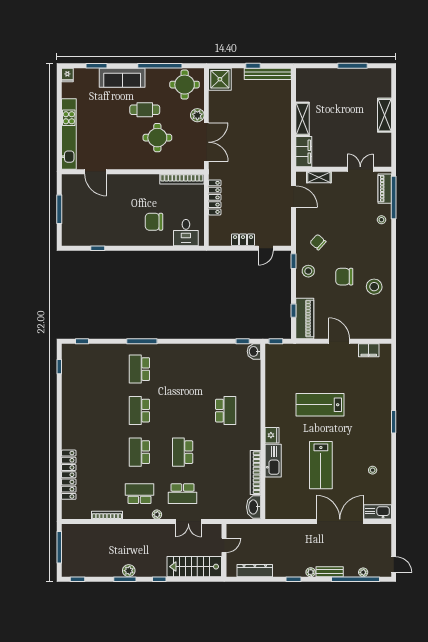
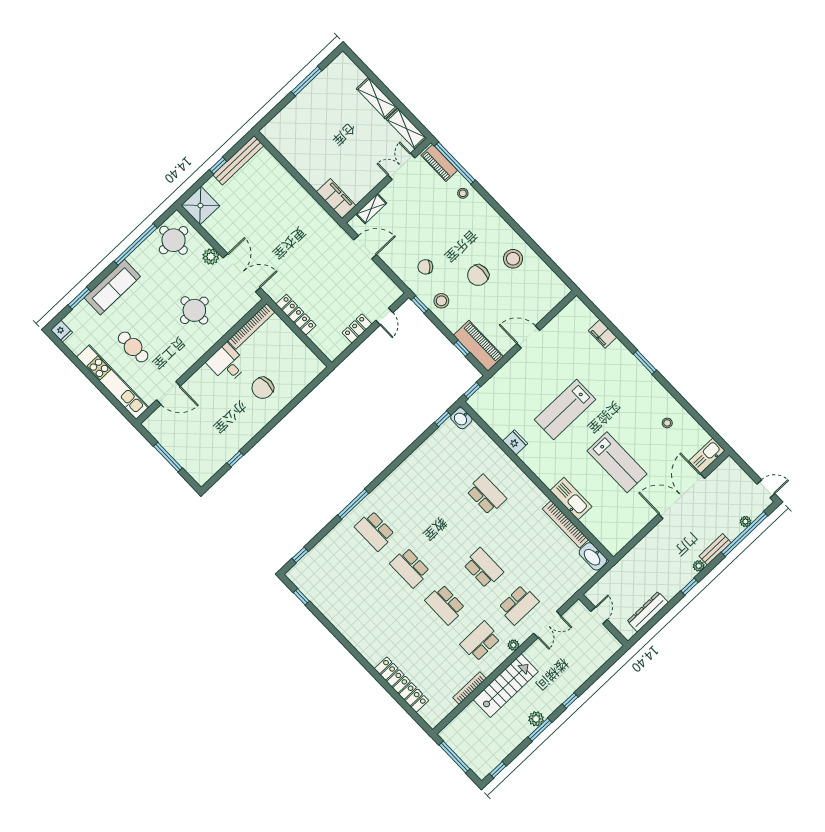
cafe table: (145, 110) -> (133, 347), moved, turned 90
shelving: (303, 119) -> (406, 129), moved
desk: (186, 233) -> (227, 364), moved, turned 180
filing cabinet: (369, 350) -> (602, 334), moved, turned 90
fridge: (272, 435) -> (515, 442), moved
school desk: (183, 452) -> (483, 568), turned 180
stairs: (194, 567) -> (506, 686), moved, turned 180

